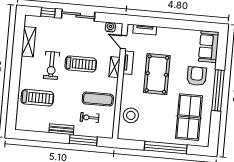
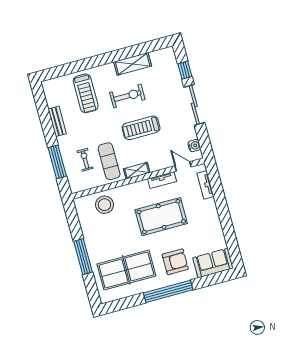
shelving: (29, 42) -> (133, 64), moved
door: (124, 42) -> (183, 166), hinge flipped
treadmill: (81, 64) -> (141, 128), turned 90
exercise bike: (52, 65) -> (127, 96), turned 180
shelving: (114, 67) -> (137, 171), moved
bench: (61, 129) -> (57, 121), moved
window: (166, 148) -> (83, 257), width x0.68

